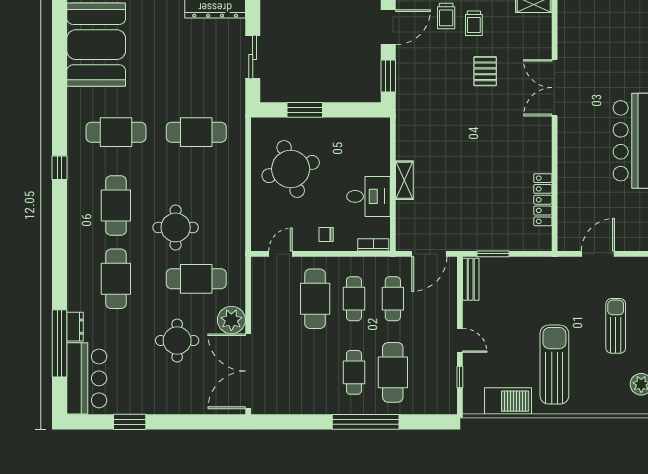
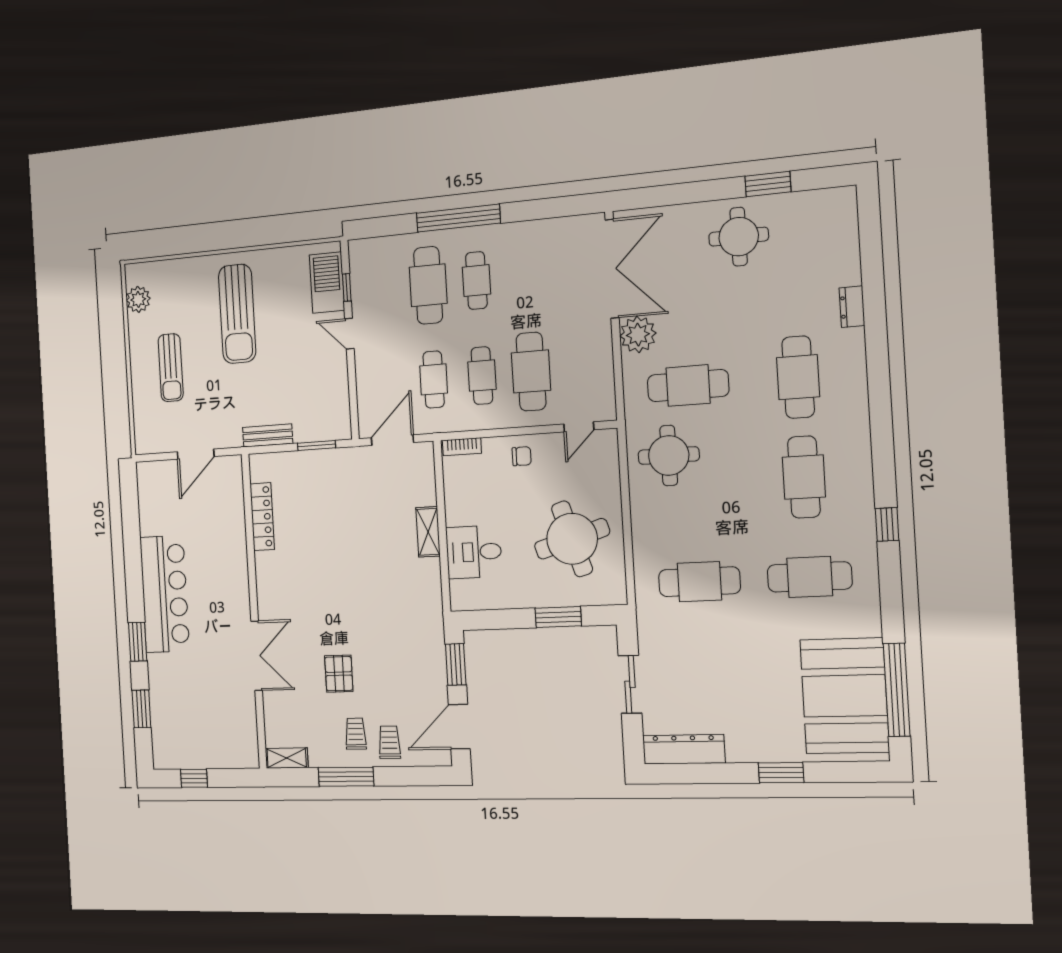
desk: (368, 196) -> (474, 552), moved
round table: (176, 227) -> (669, 455), moved
bench: (471, 279) -> (268, 435), moved, turned 90
round table: (177, 341) -> (739, 237), moved
window: (59, 343) -> (897, 690), moved
bar counter: (87, 378) -> (831, 237), removed
barbecue: (508, 401) -> (327, 283), moved, turned 90

